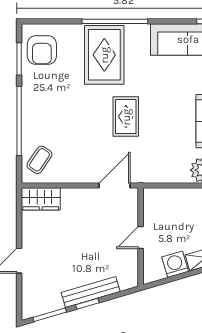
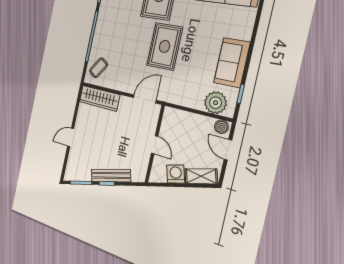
rug: (126, 117) -> (165, 46), width x1.36, depth x1.43
wardrobe: (41, 199) -> (99, 98), width x1.50
door: (141, 238) -> (155, 145), swing flipped

